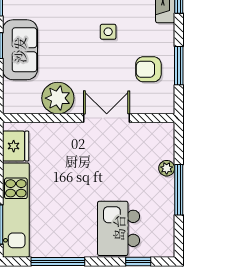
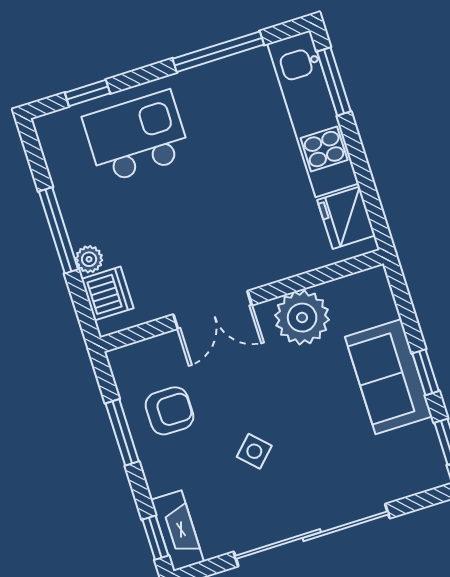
side table: (108, 32) -> (254, 451), turned 45
dishwasher: (163, 146) -> (107, 294), added
kitchen island: (119, 228) -> (136, 137), turned -90

